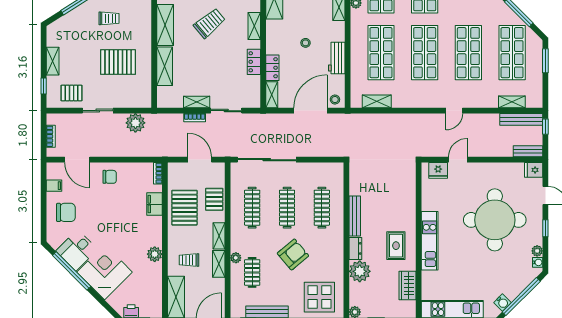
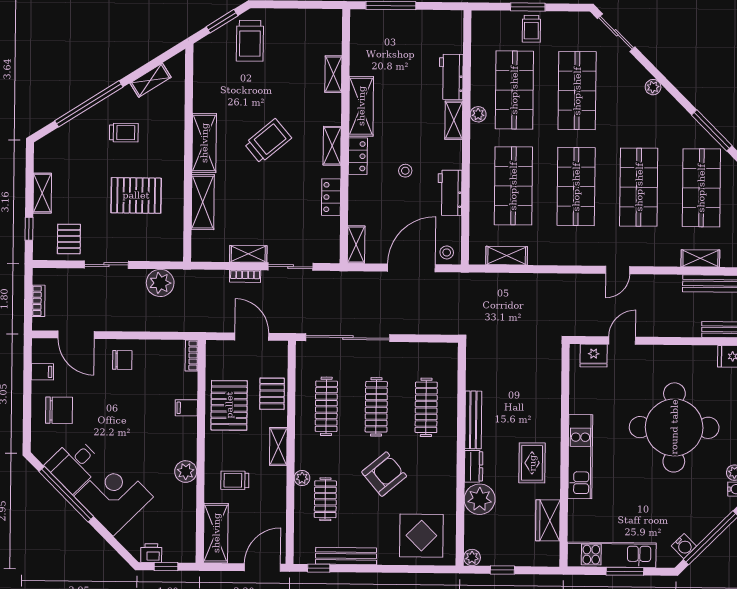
locker: (272, 68) -> (358, 156), moved
pallet: (72, 93) -> (69, 239), turned 90
filing cabinet: (155, 204) -> (186, 408), width x0.50
shelving: (219, 264) -> (278, 486), removed

